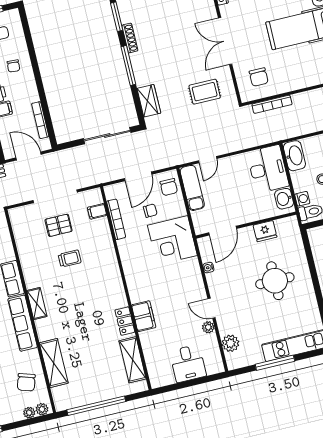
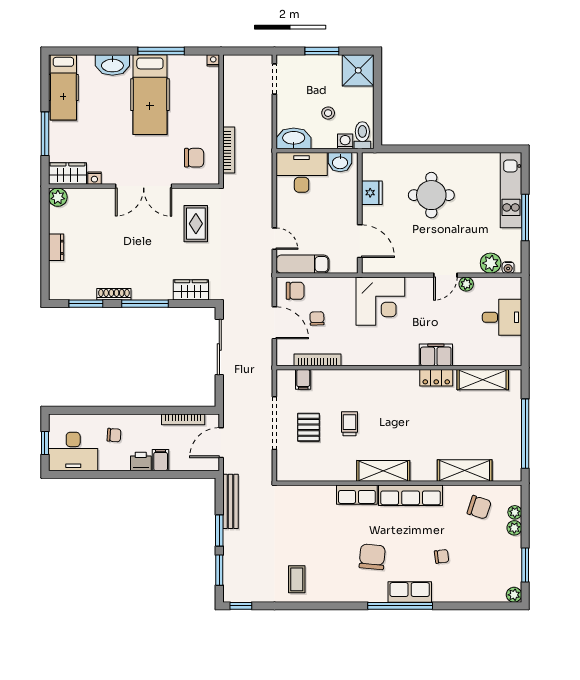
corner desk: (172, 240) -> (380, 301), moved
water cooler: (208, 268) -> (508, 268), moved
shelving: (37, 304) -> (383, 471), width x1.50, depth x1.33
plant: (42, 409) -> (514, 528), moved

